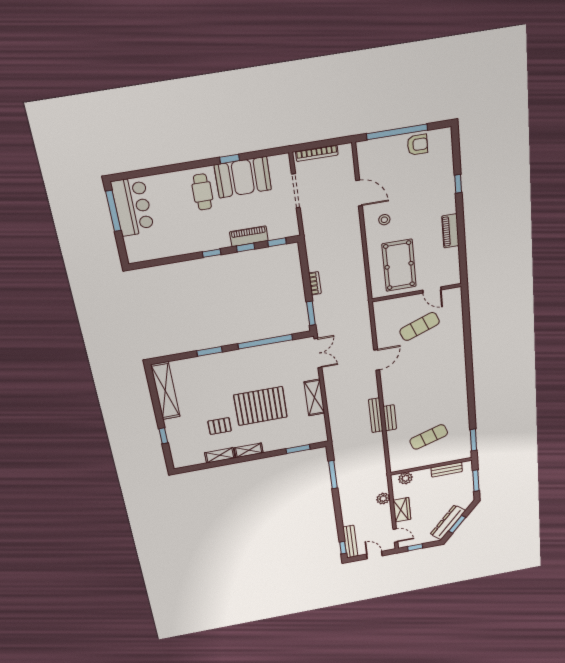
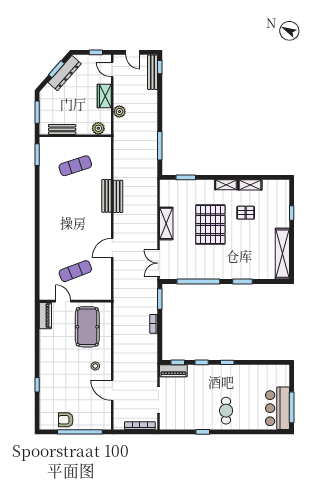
booth: (243, 177) -> (195, 417), removed
piano: (450, 231) -> (45, 316), moved
piano: (249, 236) -> (173, 371), moved
pallet: (260, 406) -> (210, 225), turned 90
bench: (390, 418) -> (107, 196), width x1.36

